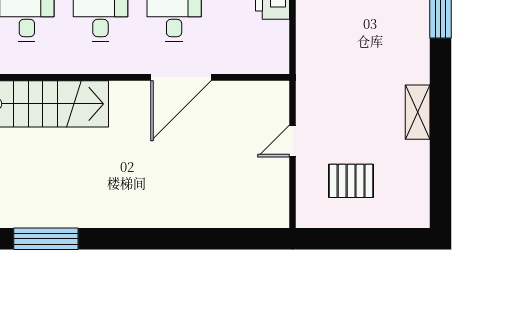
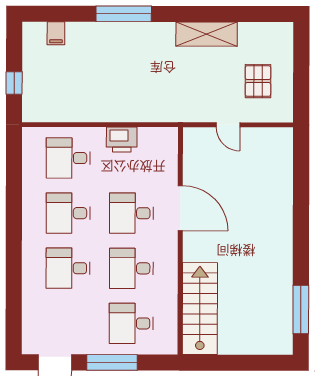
shelving: (418, 112) -> (207, 34), width x1.50, depth x1.33

